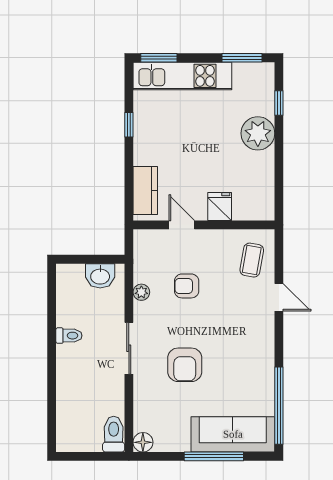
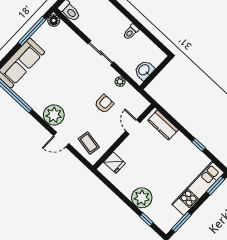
fridge: (220, 207) -> (114, 163), moved
door: (182, 225) -> (133, 127), swing flipped
plant: (258, 334) -> (54, 115), added
armchair: (185, 365) -> (70, 71), removed
window: (214, 456) -> (32, 31), moved

